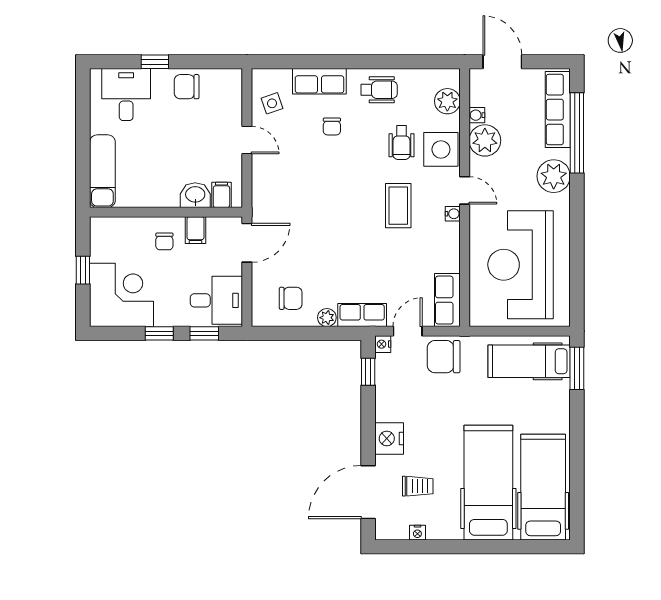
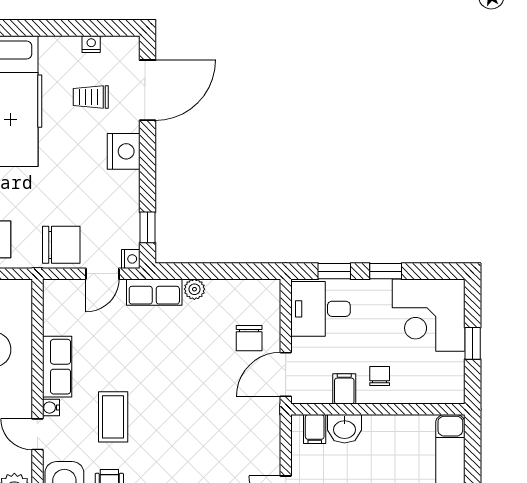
chair: (291, 298) -> (249, 338), moved, turned -90
row of seats: (447, 300) -> (57, 367), moved

